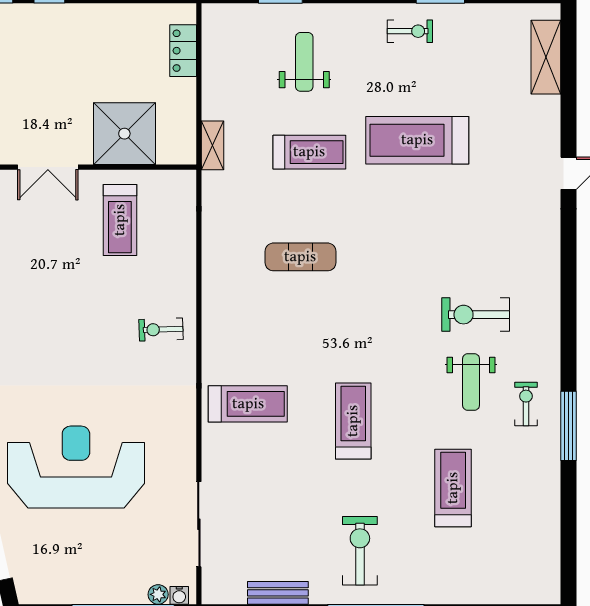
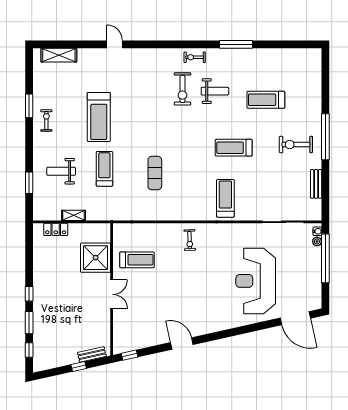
shelving: (213, 145) -> (74, 215), moved
exercise bike: (526, 404) -> (195, 57), moved

